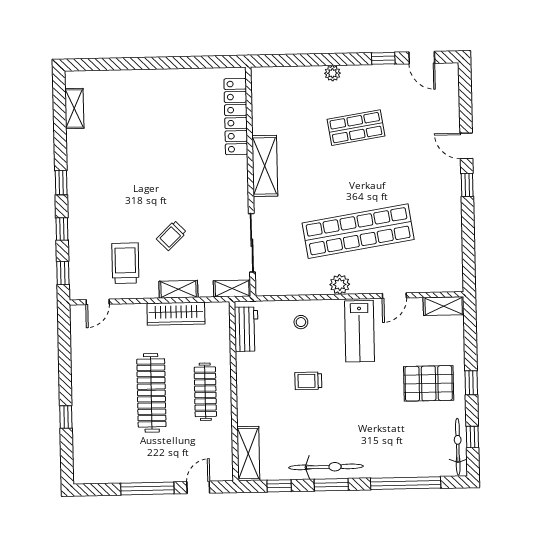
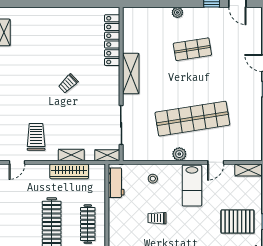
trolley: (171, 236) -> (68, 84), moved

